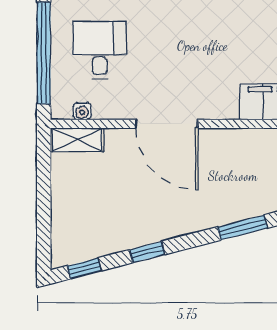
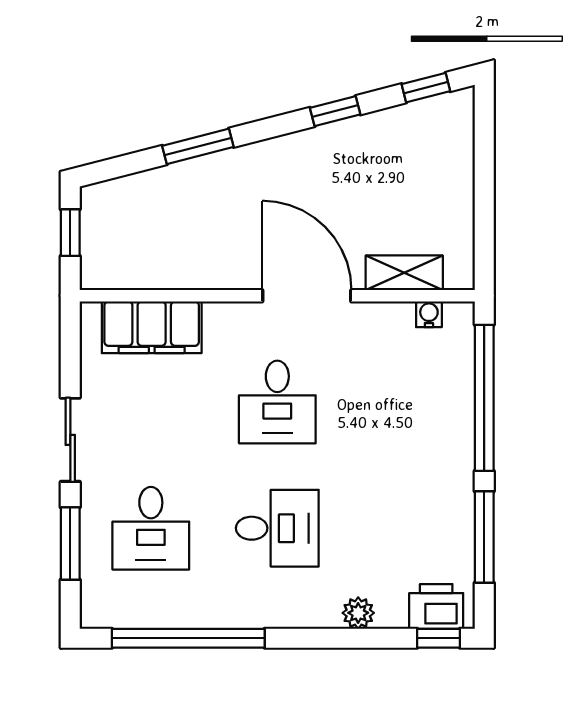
desk: (100, 50) -> (277, 402), moved
shelving: (77, 140) -> (404, 273), moved

